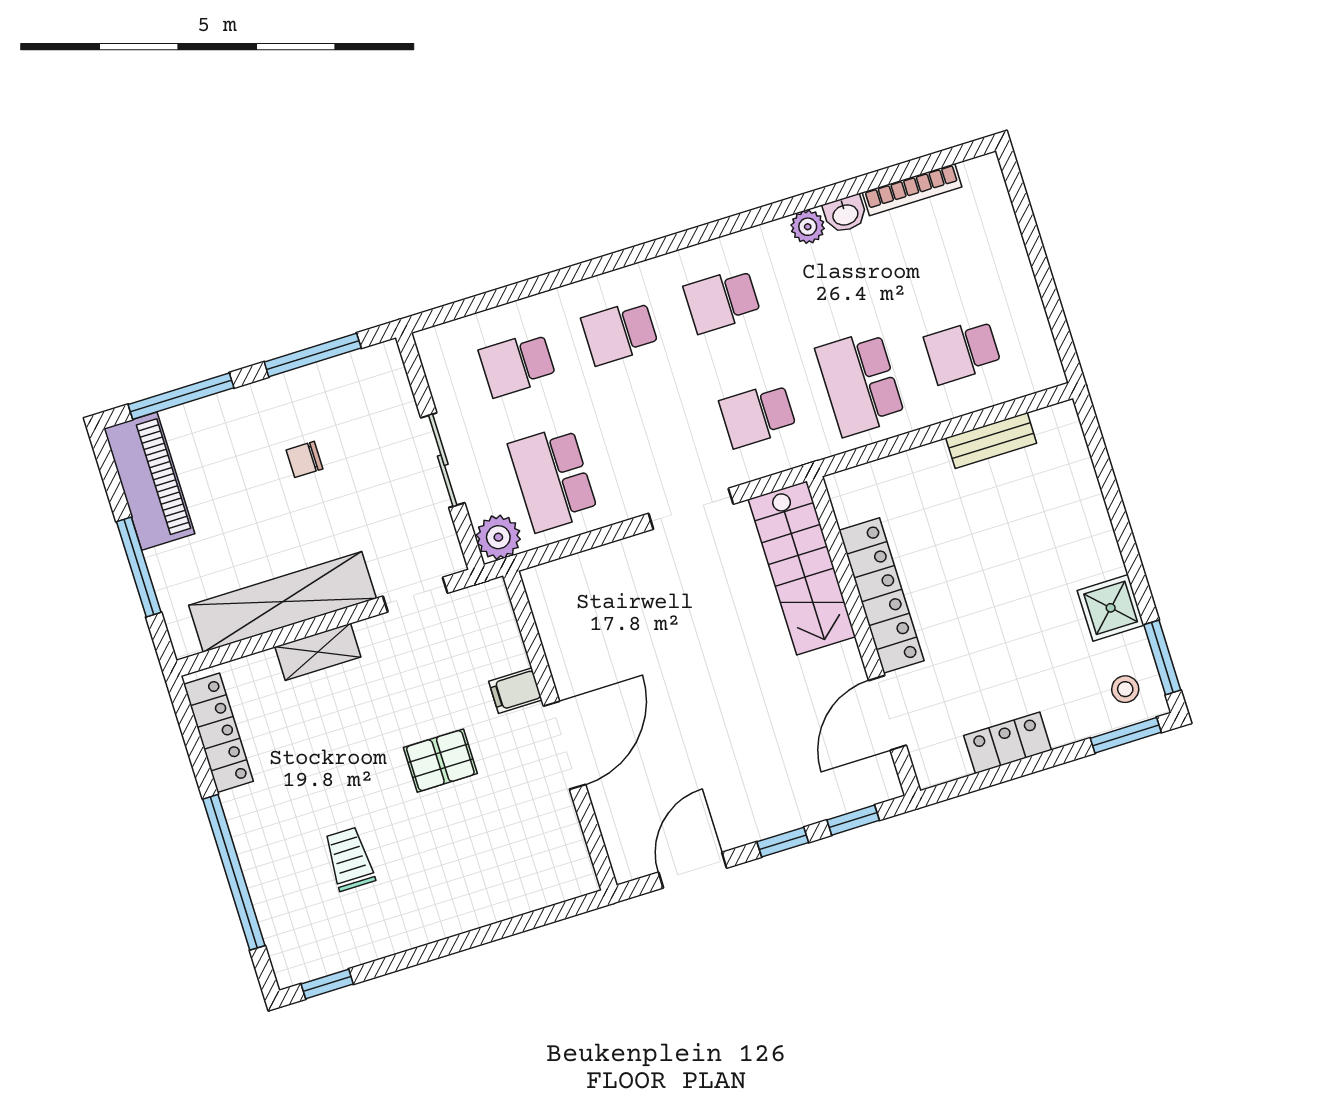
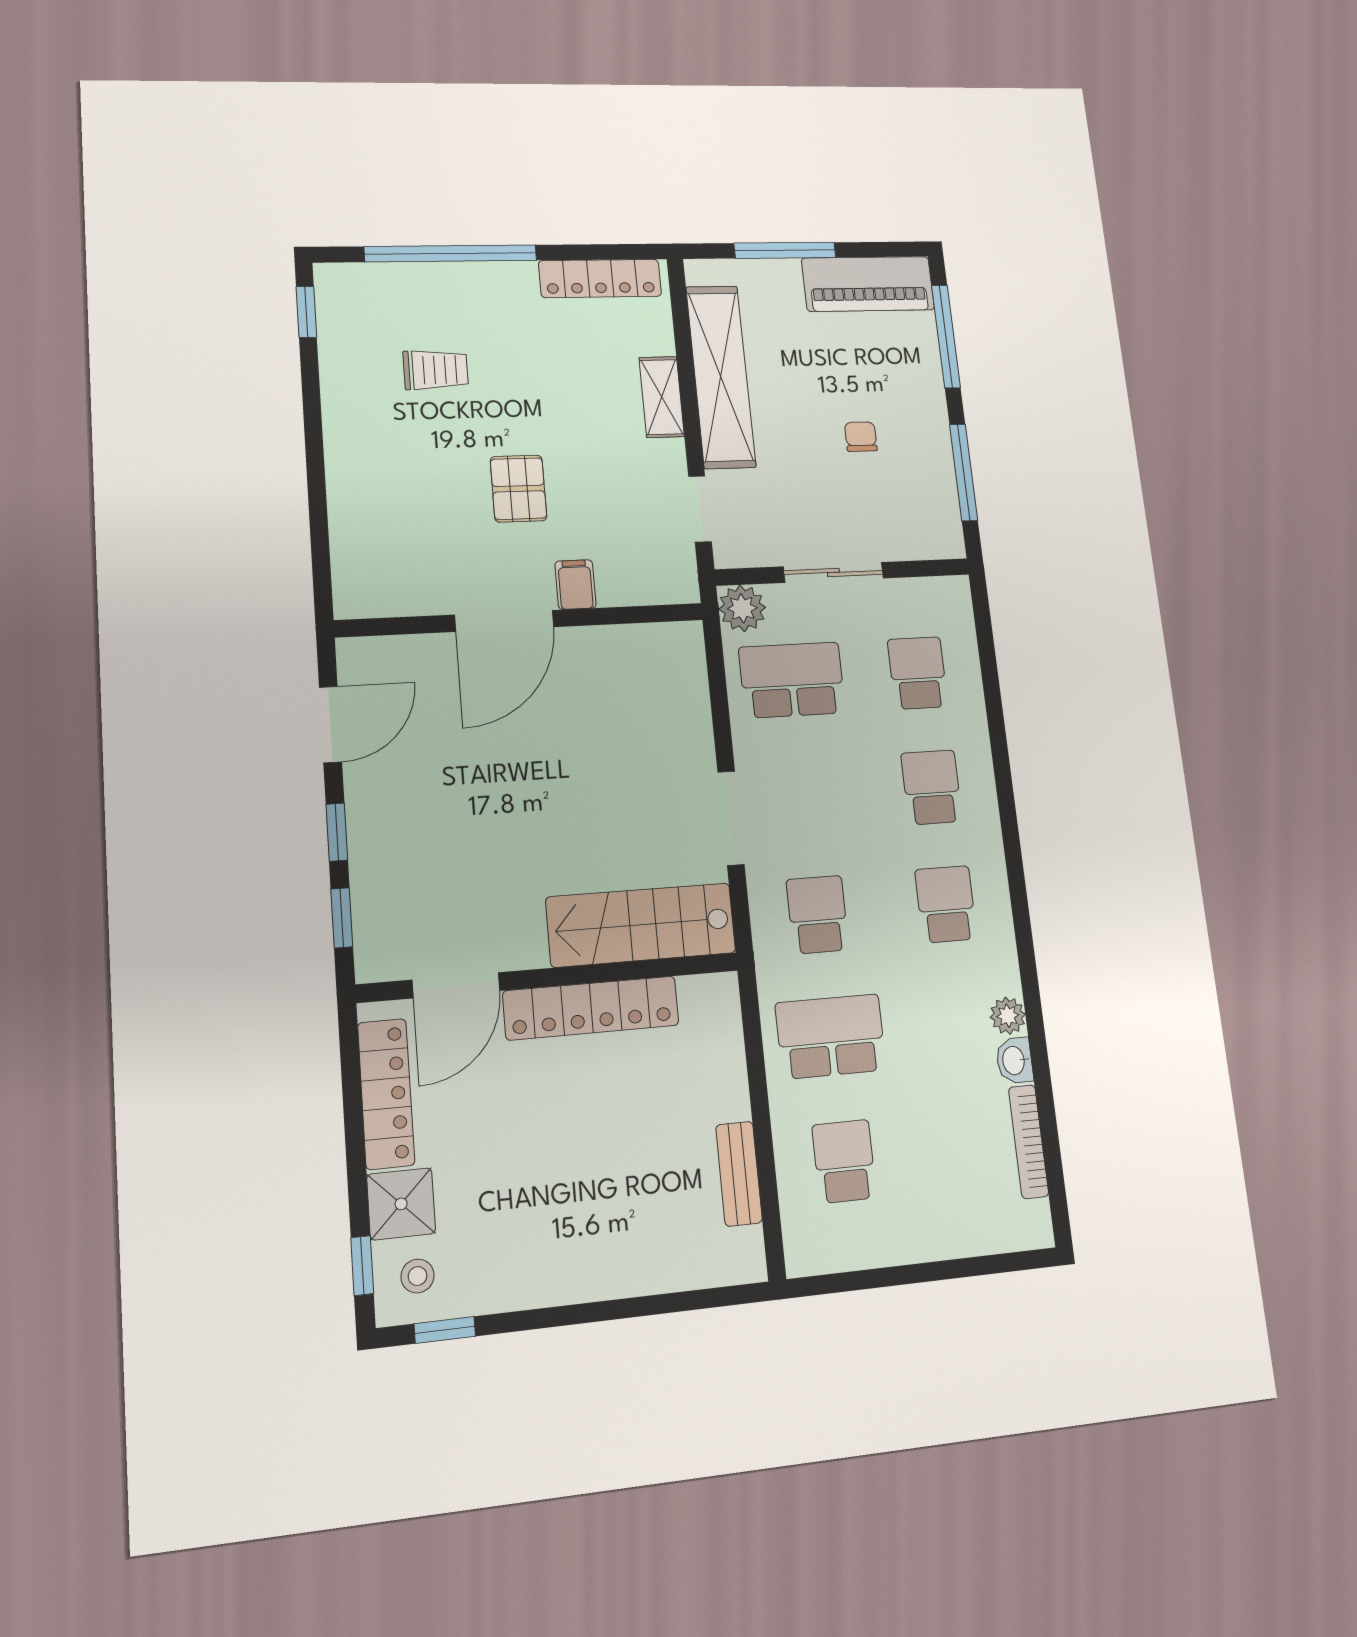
shower: (1111, 608) -> (401, 1204), moved
window: (1162, 657) -> (445, 1330), width x0.67
door: (888, 713) -> (456, 985), swing flipped
window: (1126, 735) -> (362, 1266), width x0.67
locker: (1008, 743) -> (386, 1094), width x1.53
door: (564, 745) -> (504, 621), hinge flipped
door: (693, 870) -> (331, 724), hinge flipped

